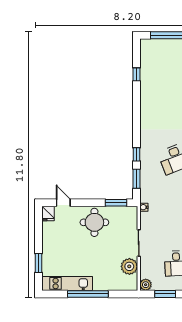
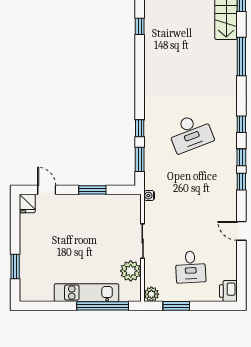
window: (116, 203) -> (92, 190), moved
round table: (94, 222) -> (86, 215), removed
kitchen unit: (67, 283) -> (87, 293), moved
window: (88, 294) -> (103, 306), moved

